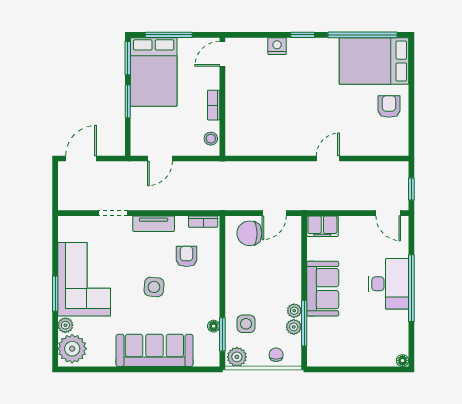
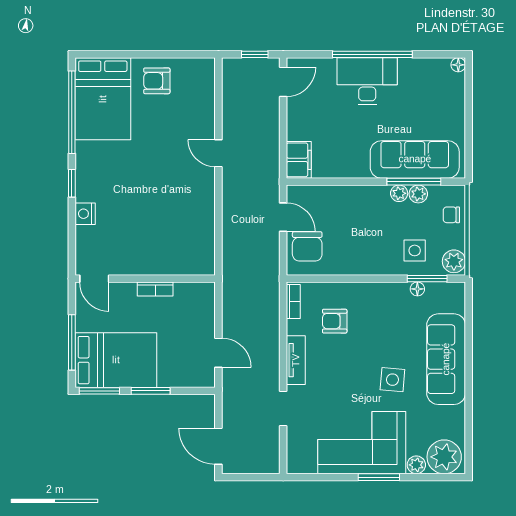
stool: (211, 139) -> (195, 292), removed
side table: (154, 287) -> (392, 380), moved
sofa: (323, 289) -> (415, 159), moved, width x1.36

